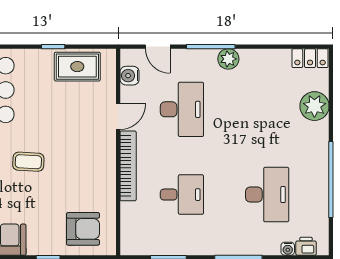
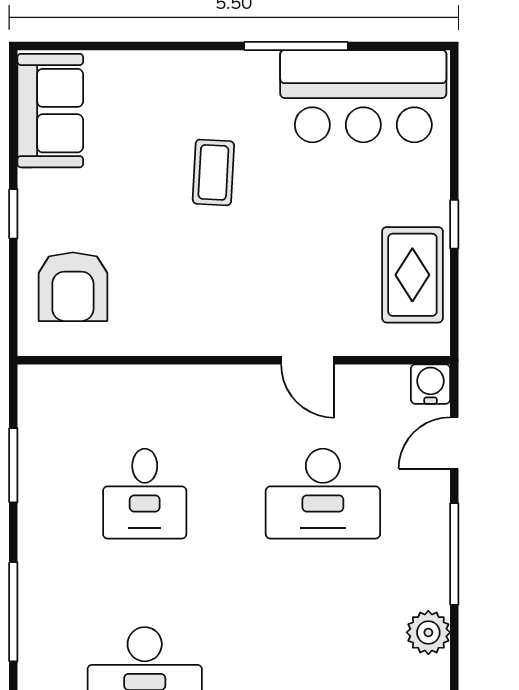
plant: (228, 59) -> (428, 632), moved
water cooler: (130, 76) -> (431, 384), moved
bookcase: (128, 166) -> (205, 381), removed

